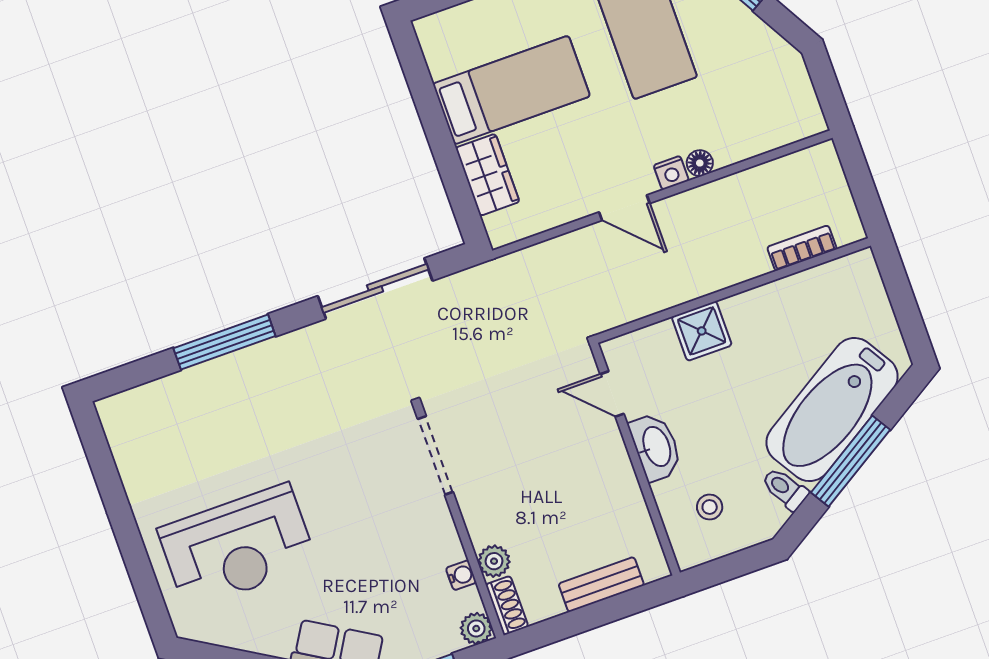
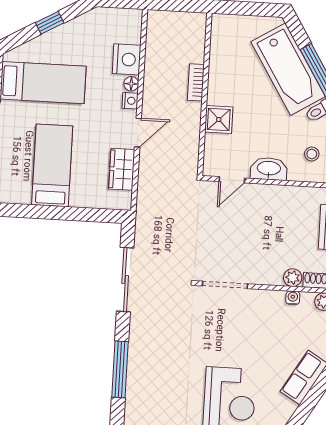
nightstand: (736, 138) -> (127, 59), added
wardrobe: (488, 175) -> (122, 169), moved, turned -90
bookcase: (802, 248) -> (196, 82), moved

